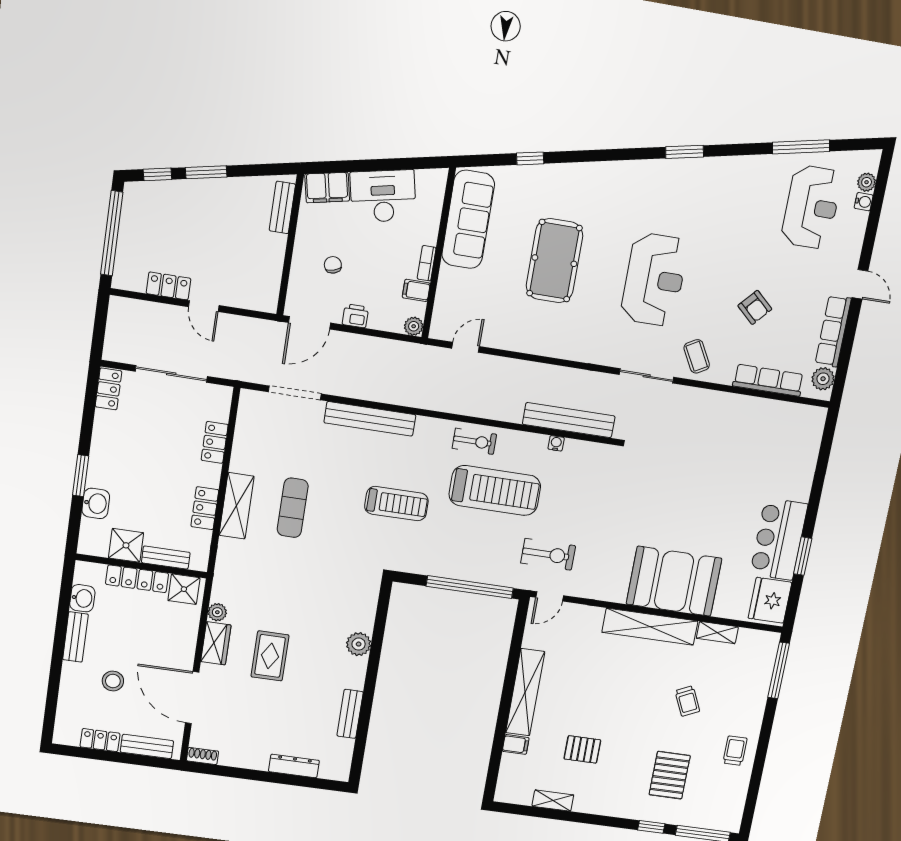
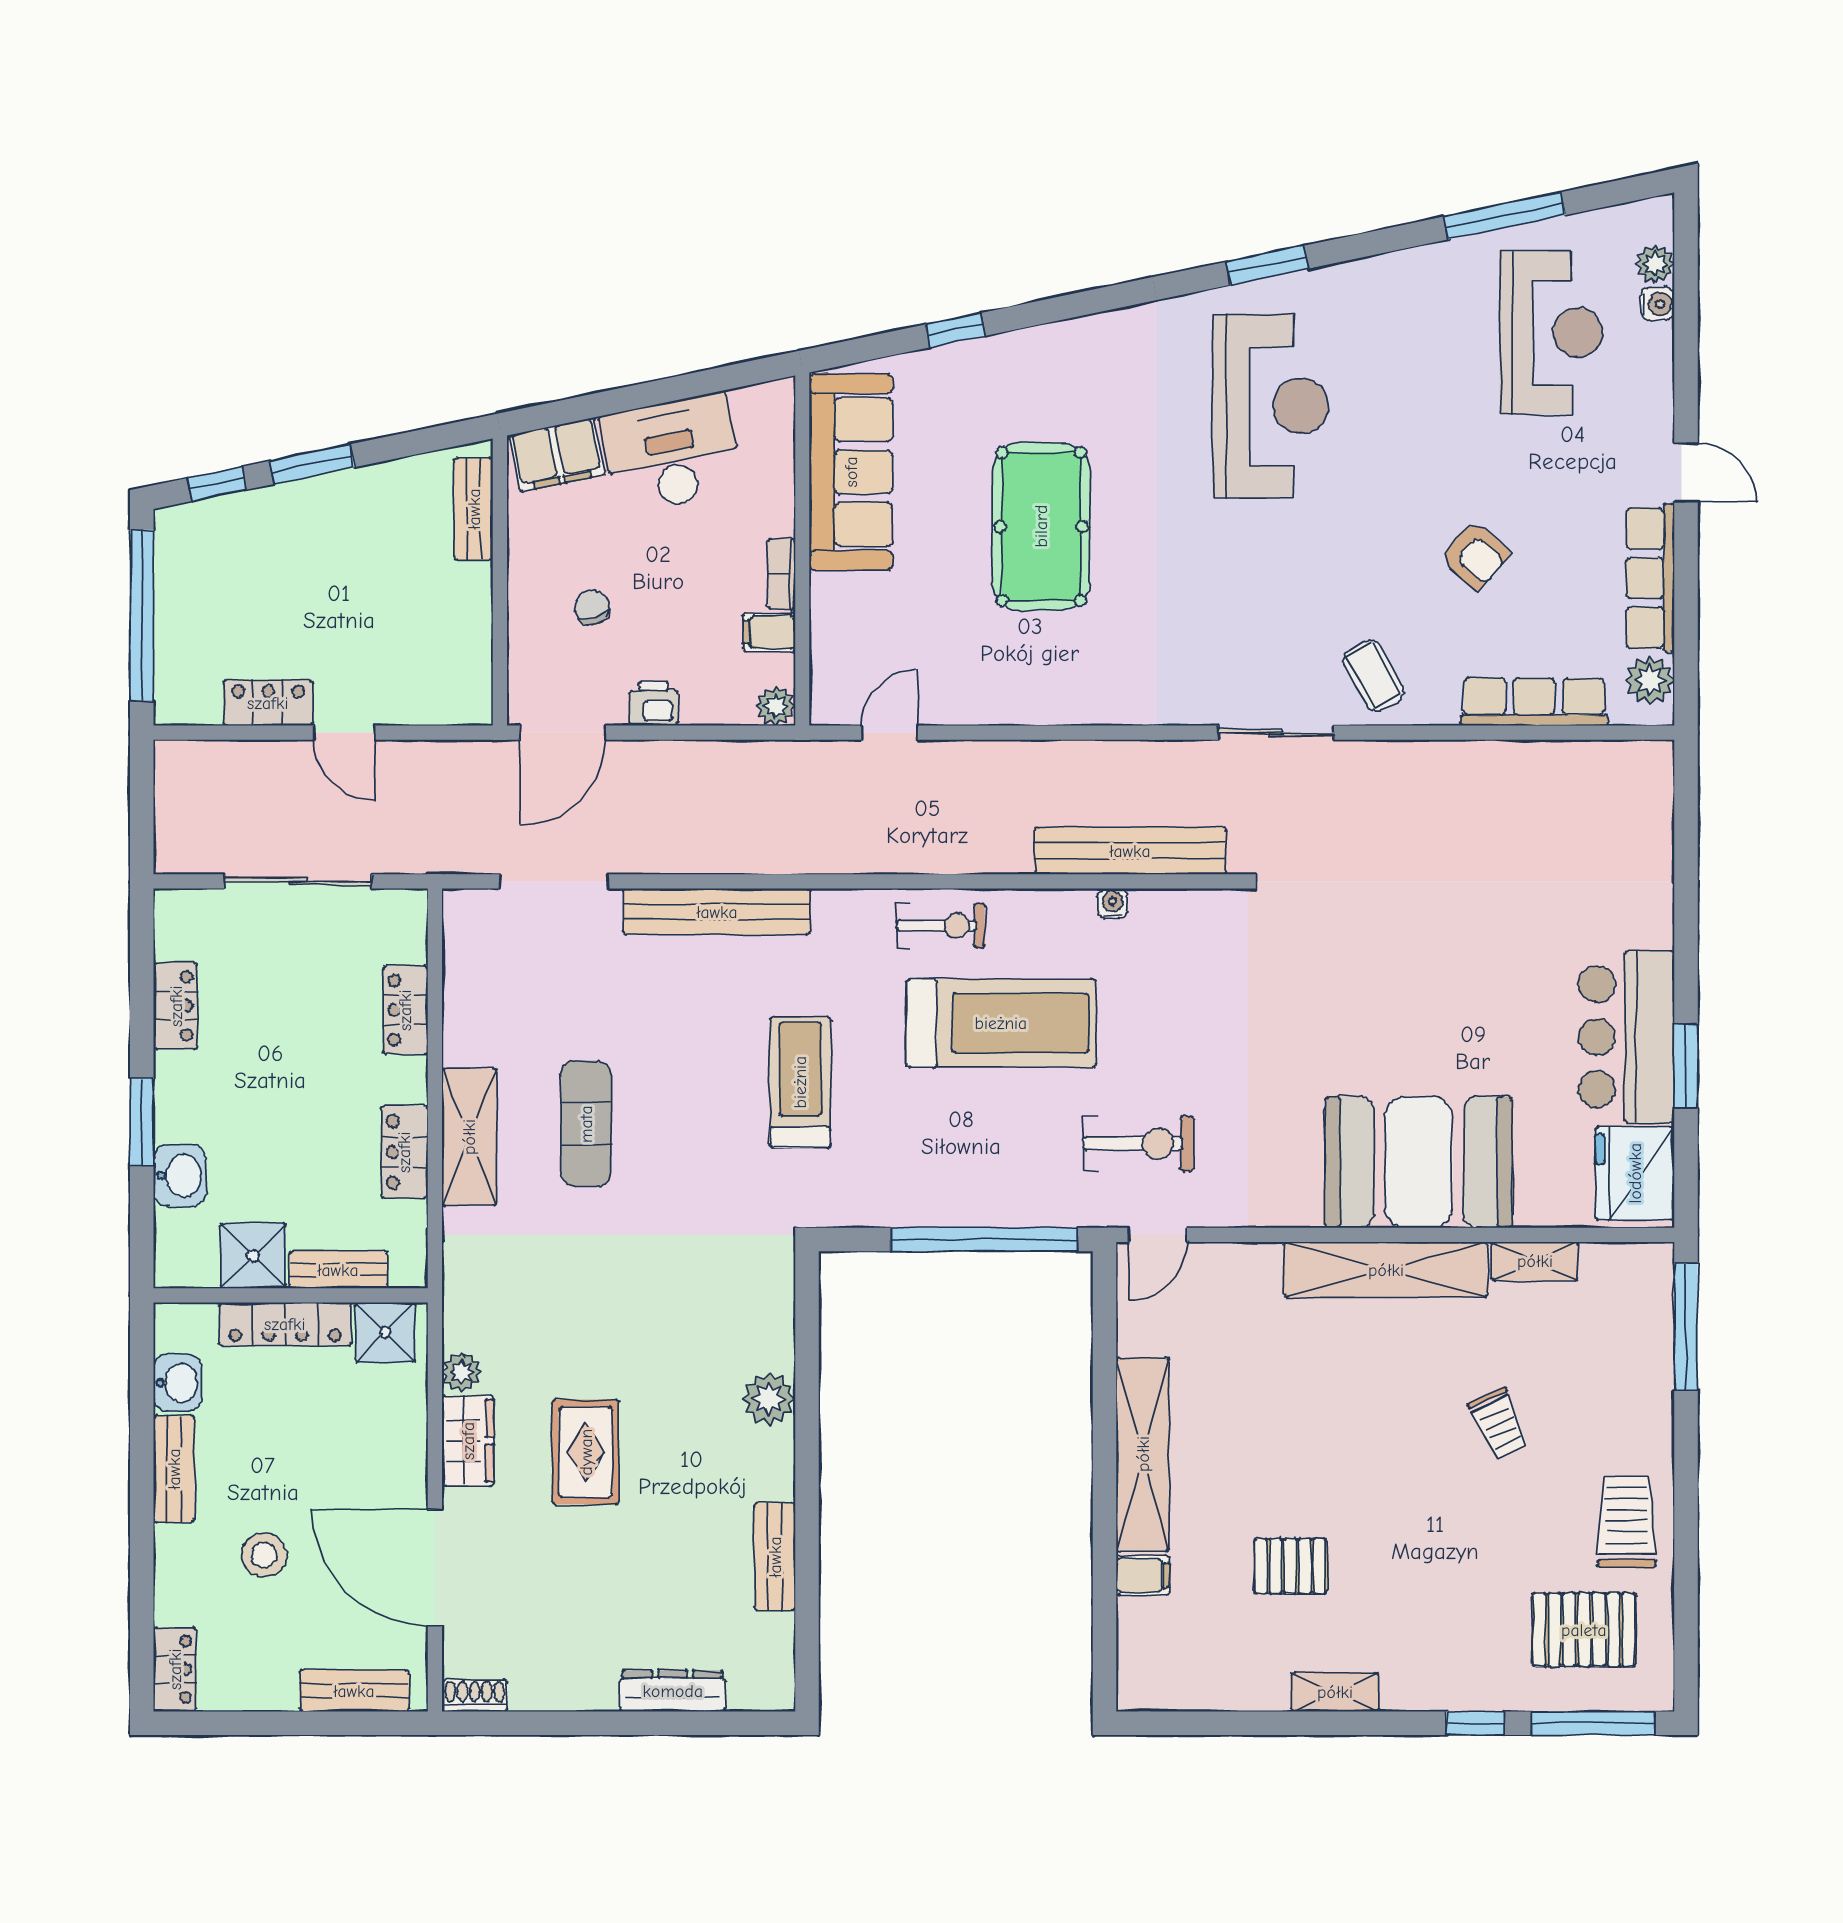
reception desk: (654, 280) -> (1270, 406), moved
locker: (109, 389) -> (176, 1006), moved
treadmill: (396, 504) -> (800, 1082), turned -90
locker: (100, 740) -> (175, 1669), moved, turned 90
trolley: (735, 751) -> (1627, 1522), width x1.36, depth x1.39
pallet: (670, 775) -> (1584, 1630), moved, turned 90
shelving: (553, 801) -> (1335, 1692), moved

